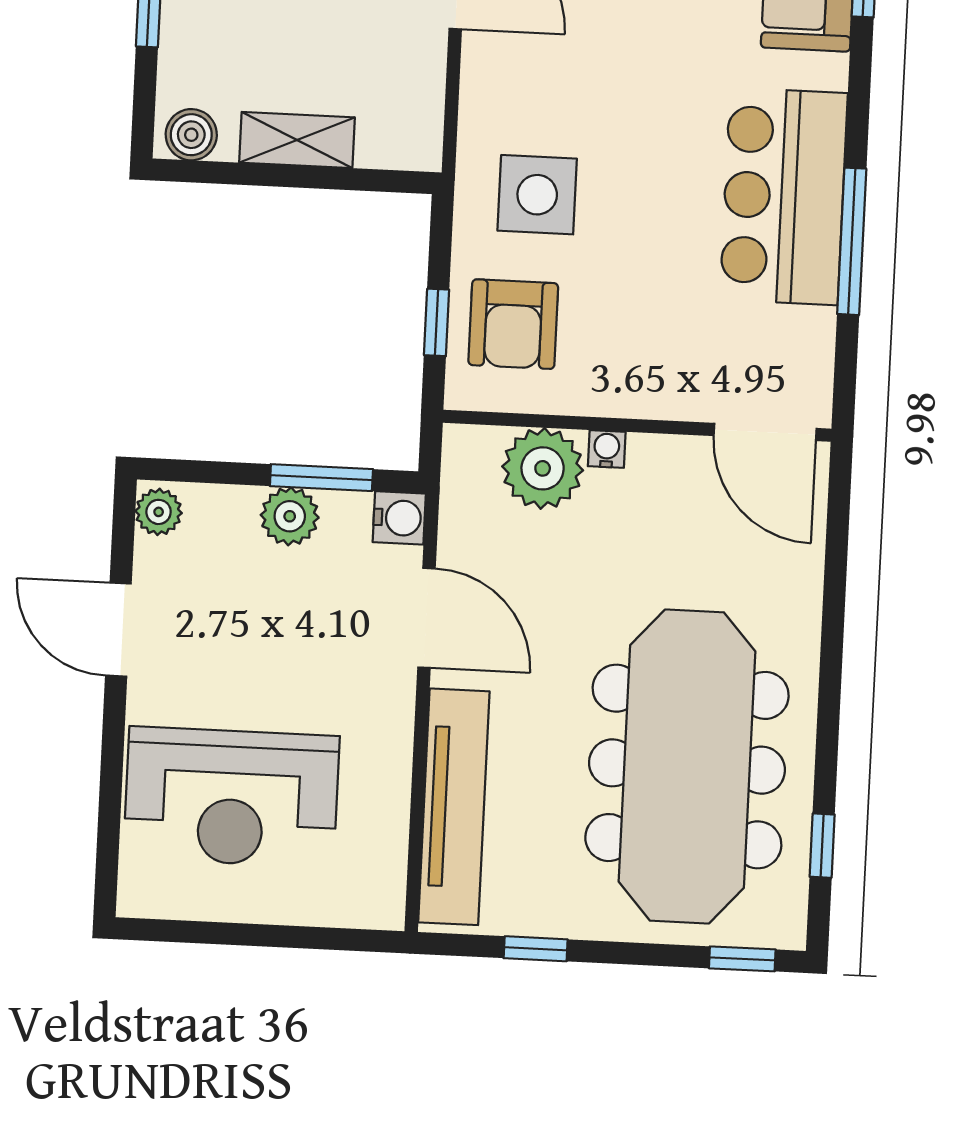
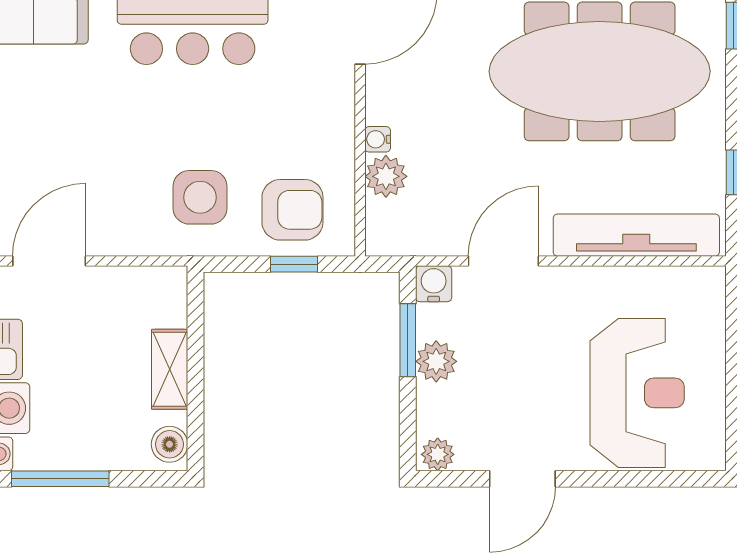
plant: (543, 468) -> (386, 176), width x0.73, depth x0.73

